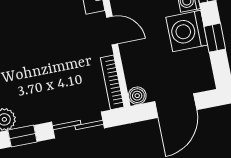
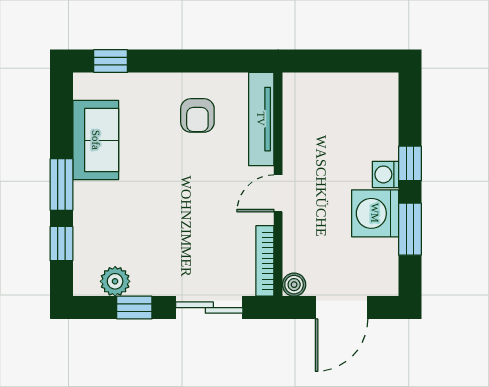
door: (112, 31) -> (278, 193), swing flipped
window: (215, 38) -> (410, 229), width x1.50

